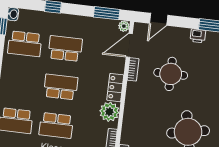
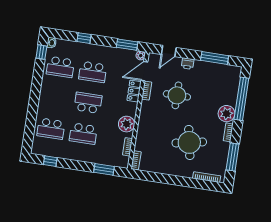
printer: (198, 36) -> (188, 64), moved
school desk: (65, 49) -> (93, 72), turned 180
locker: (115, 88) -> (134, 91), moved

